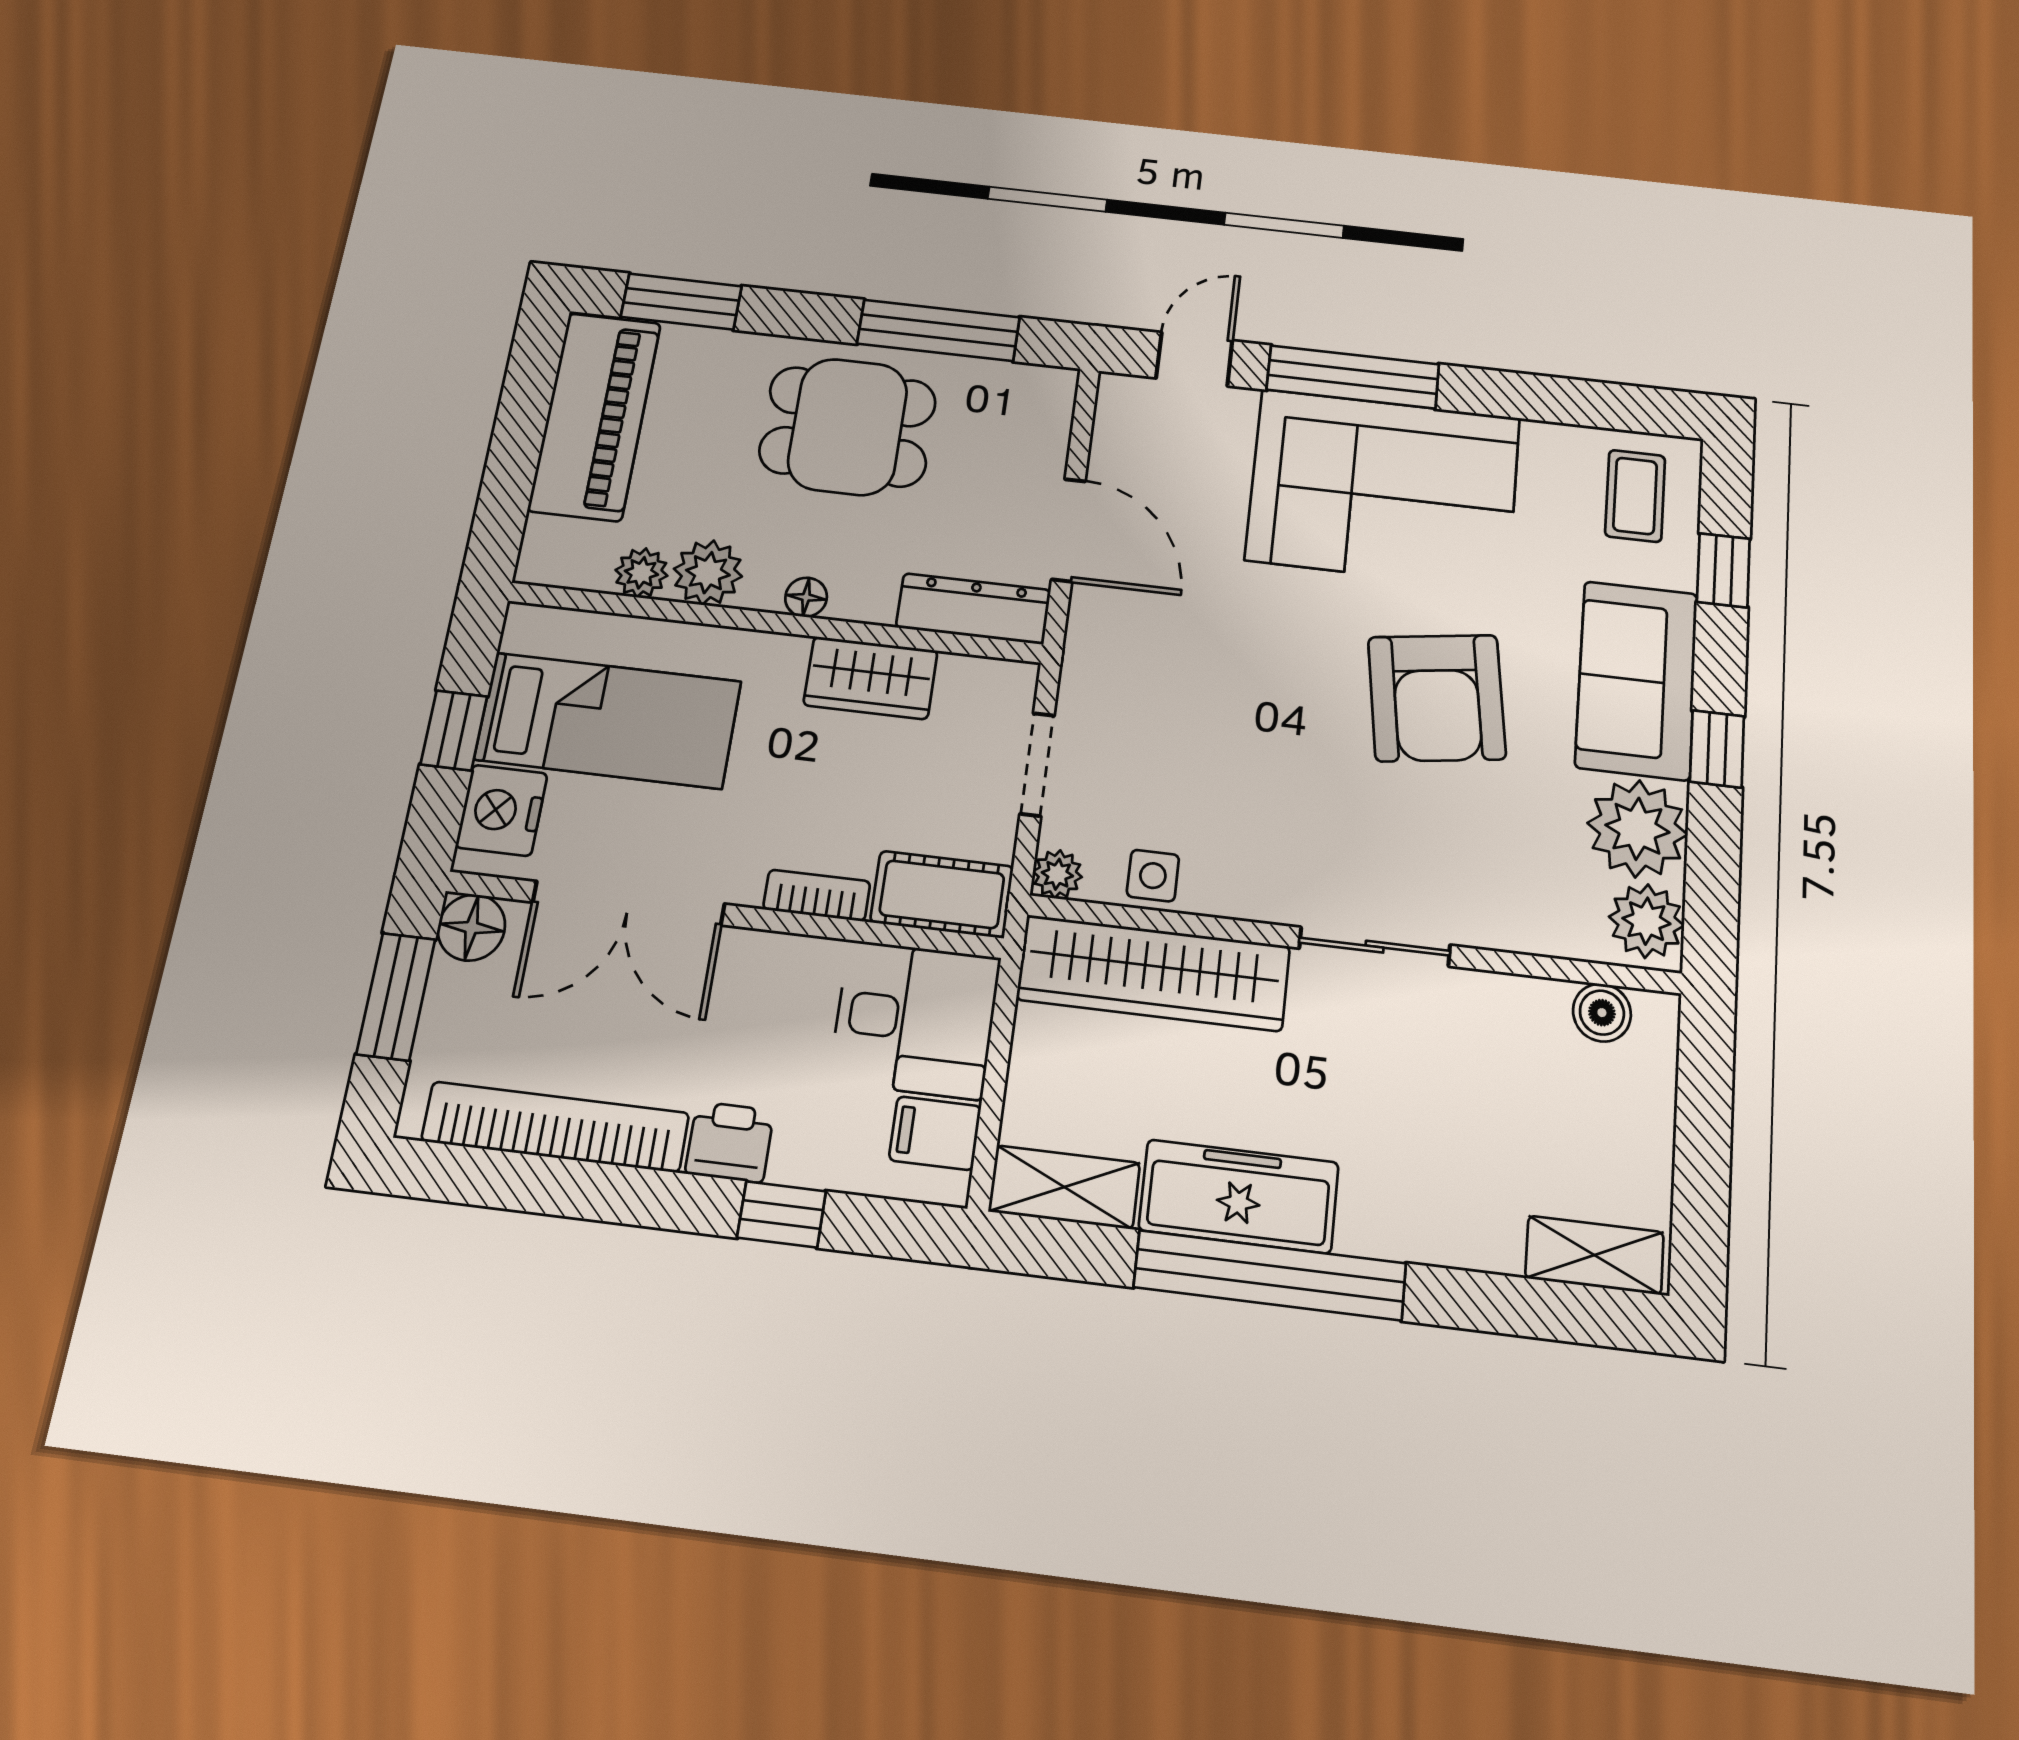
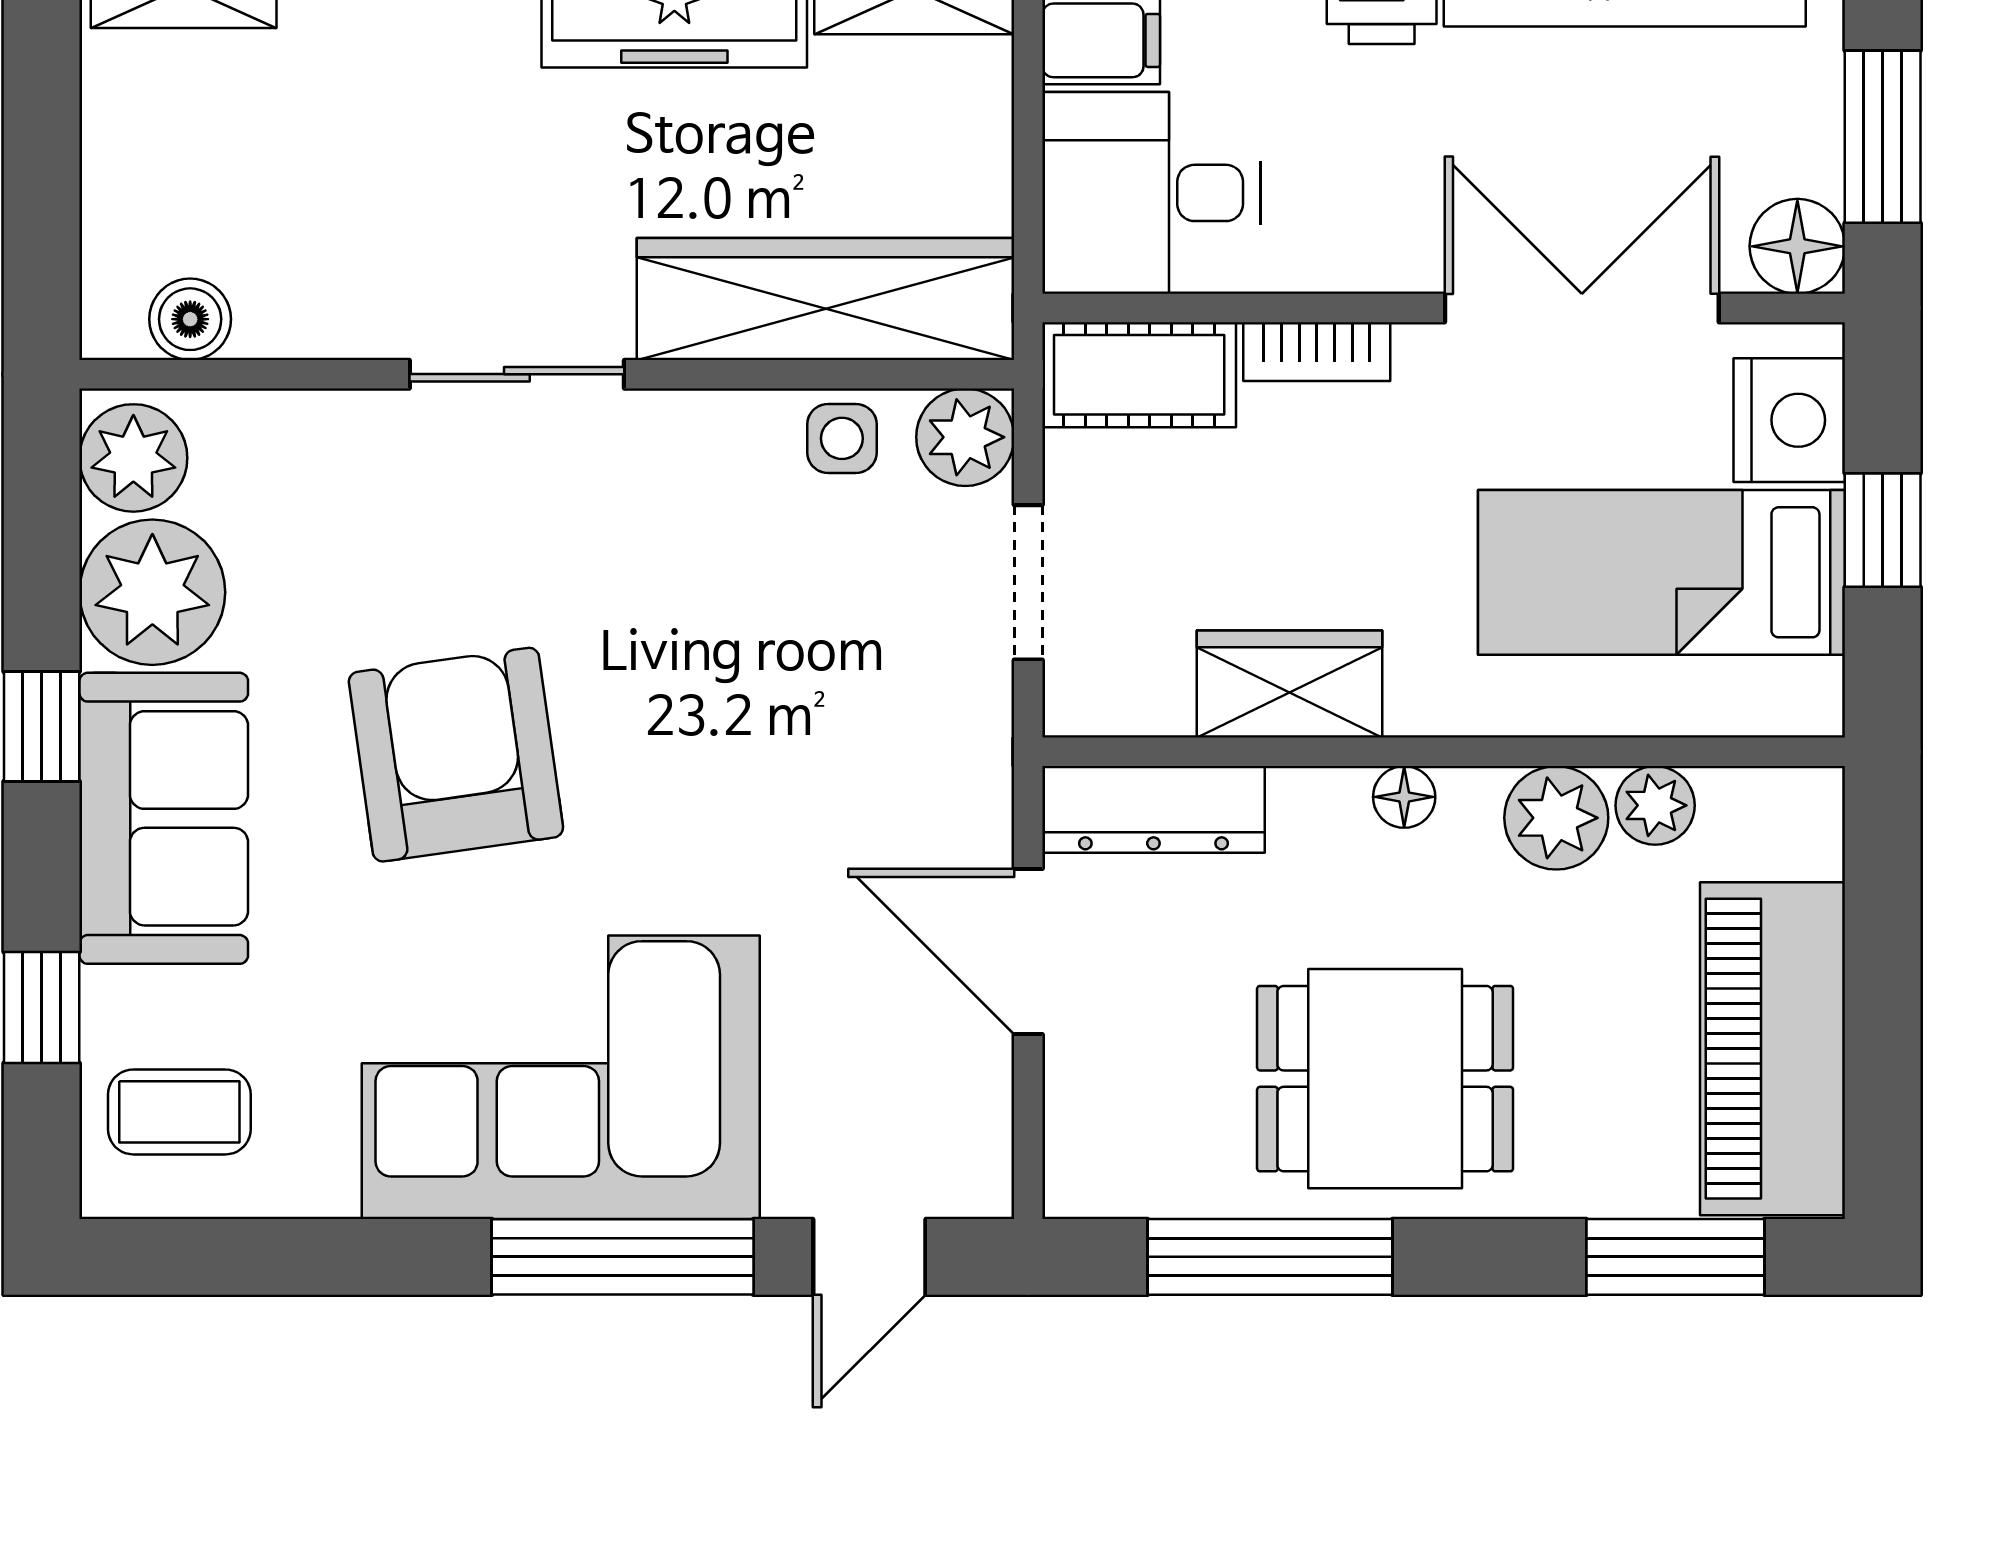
coffee table: (1635, 496) -> (179, 1112), turned 90
plant: (1057, 874) -> (965, 437), width x1.38, depth x1.38

